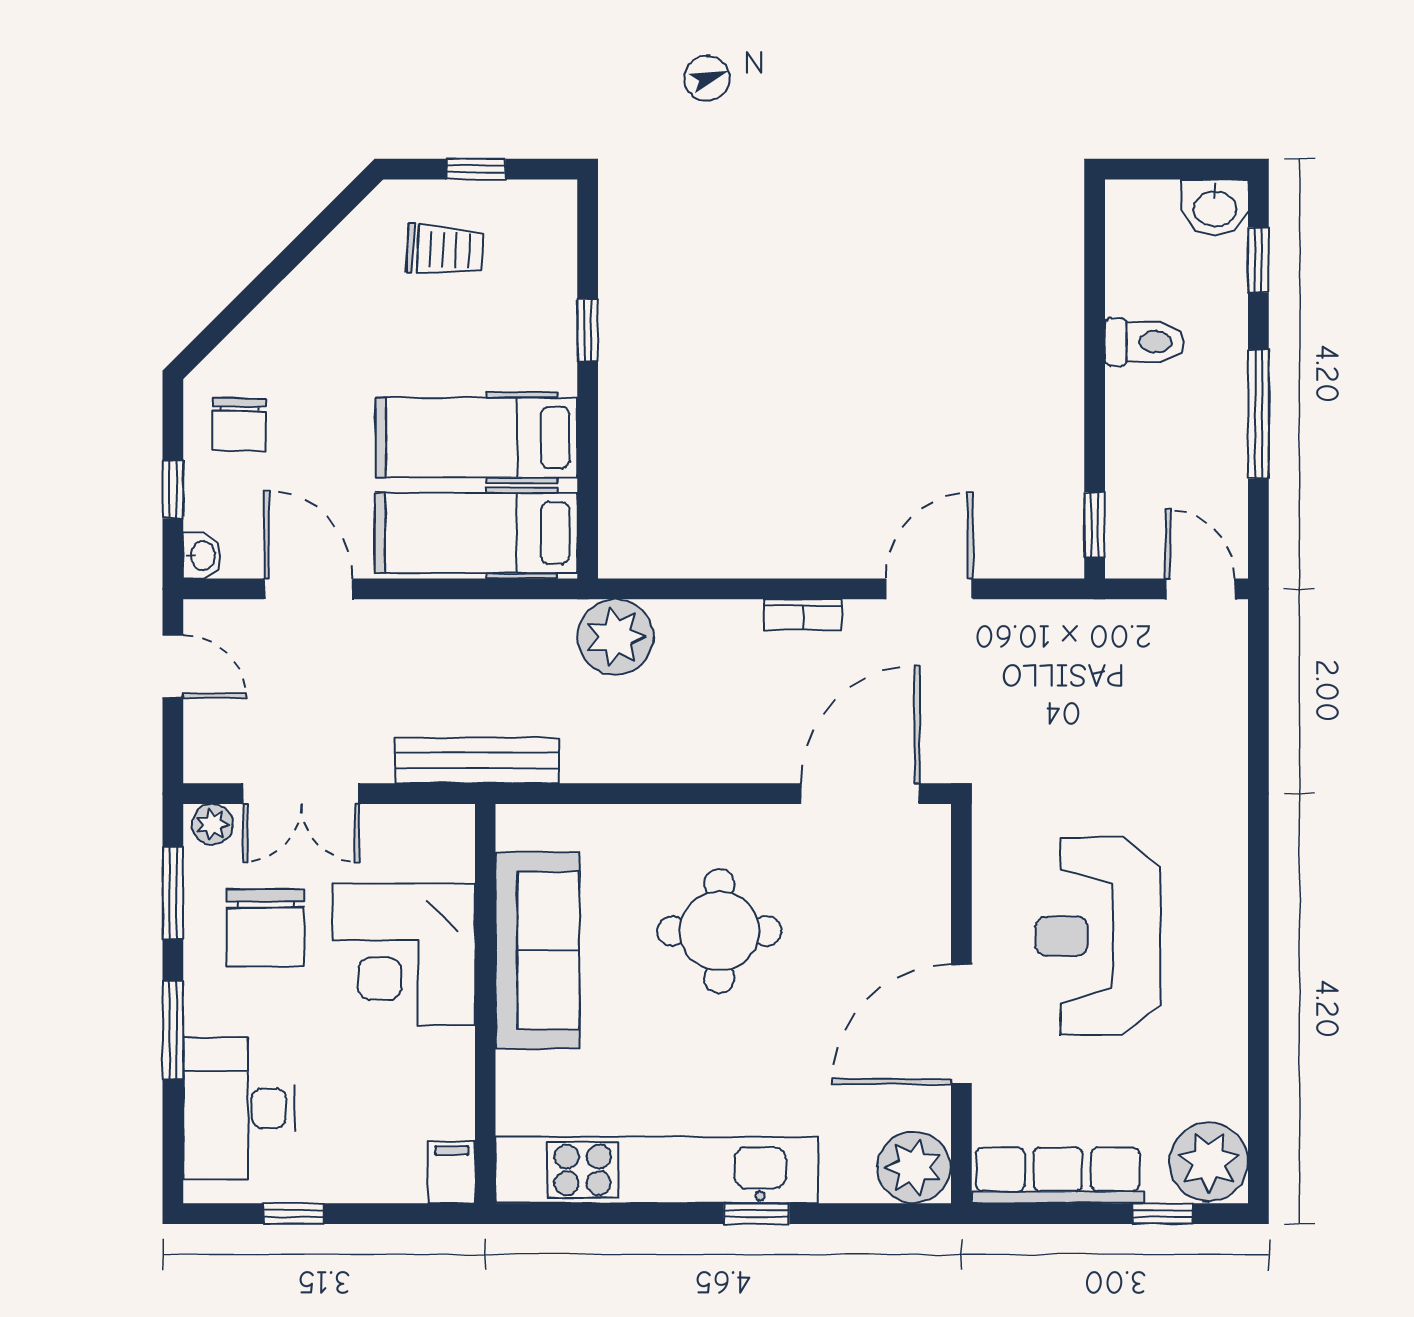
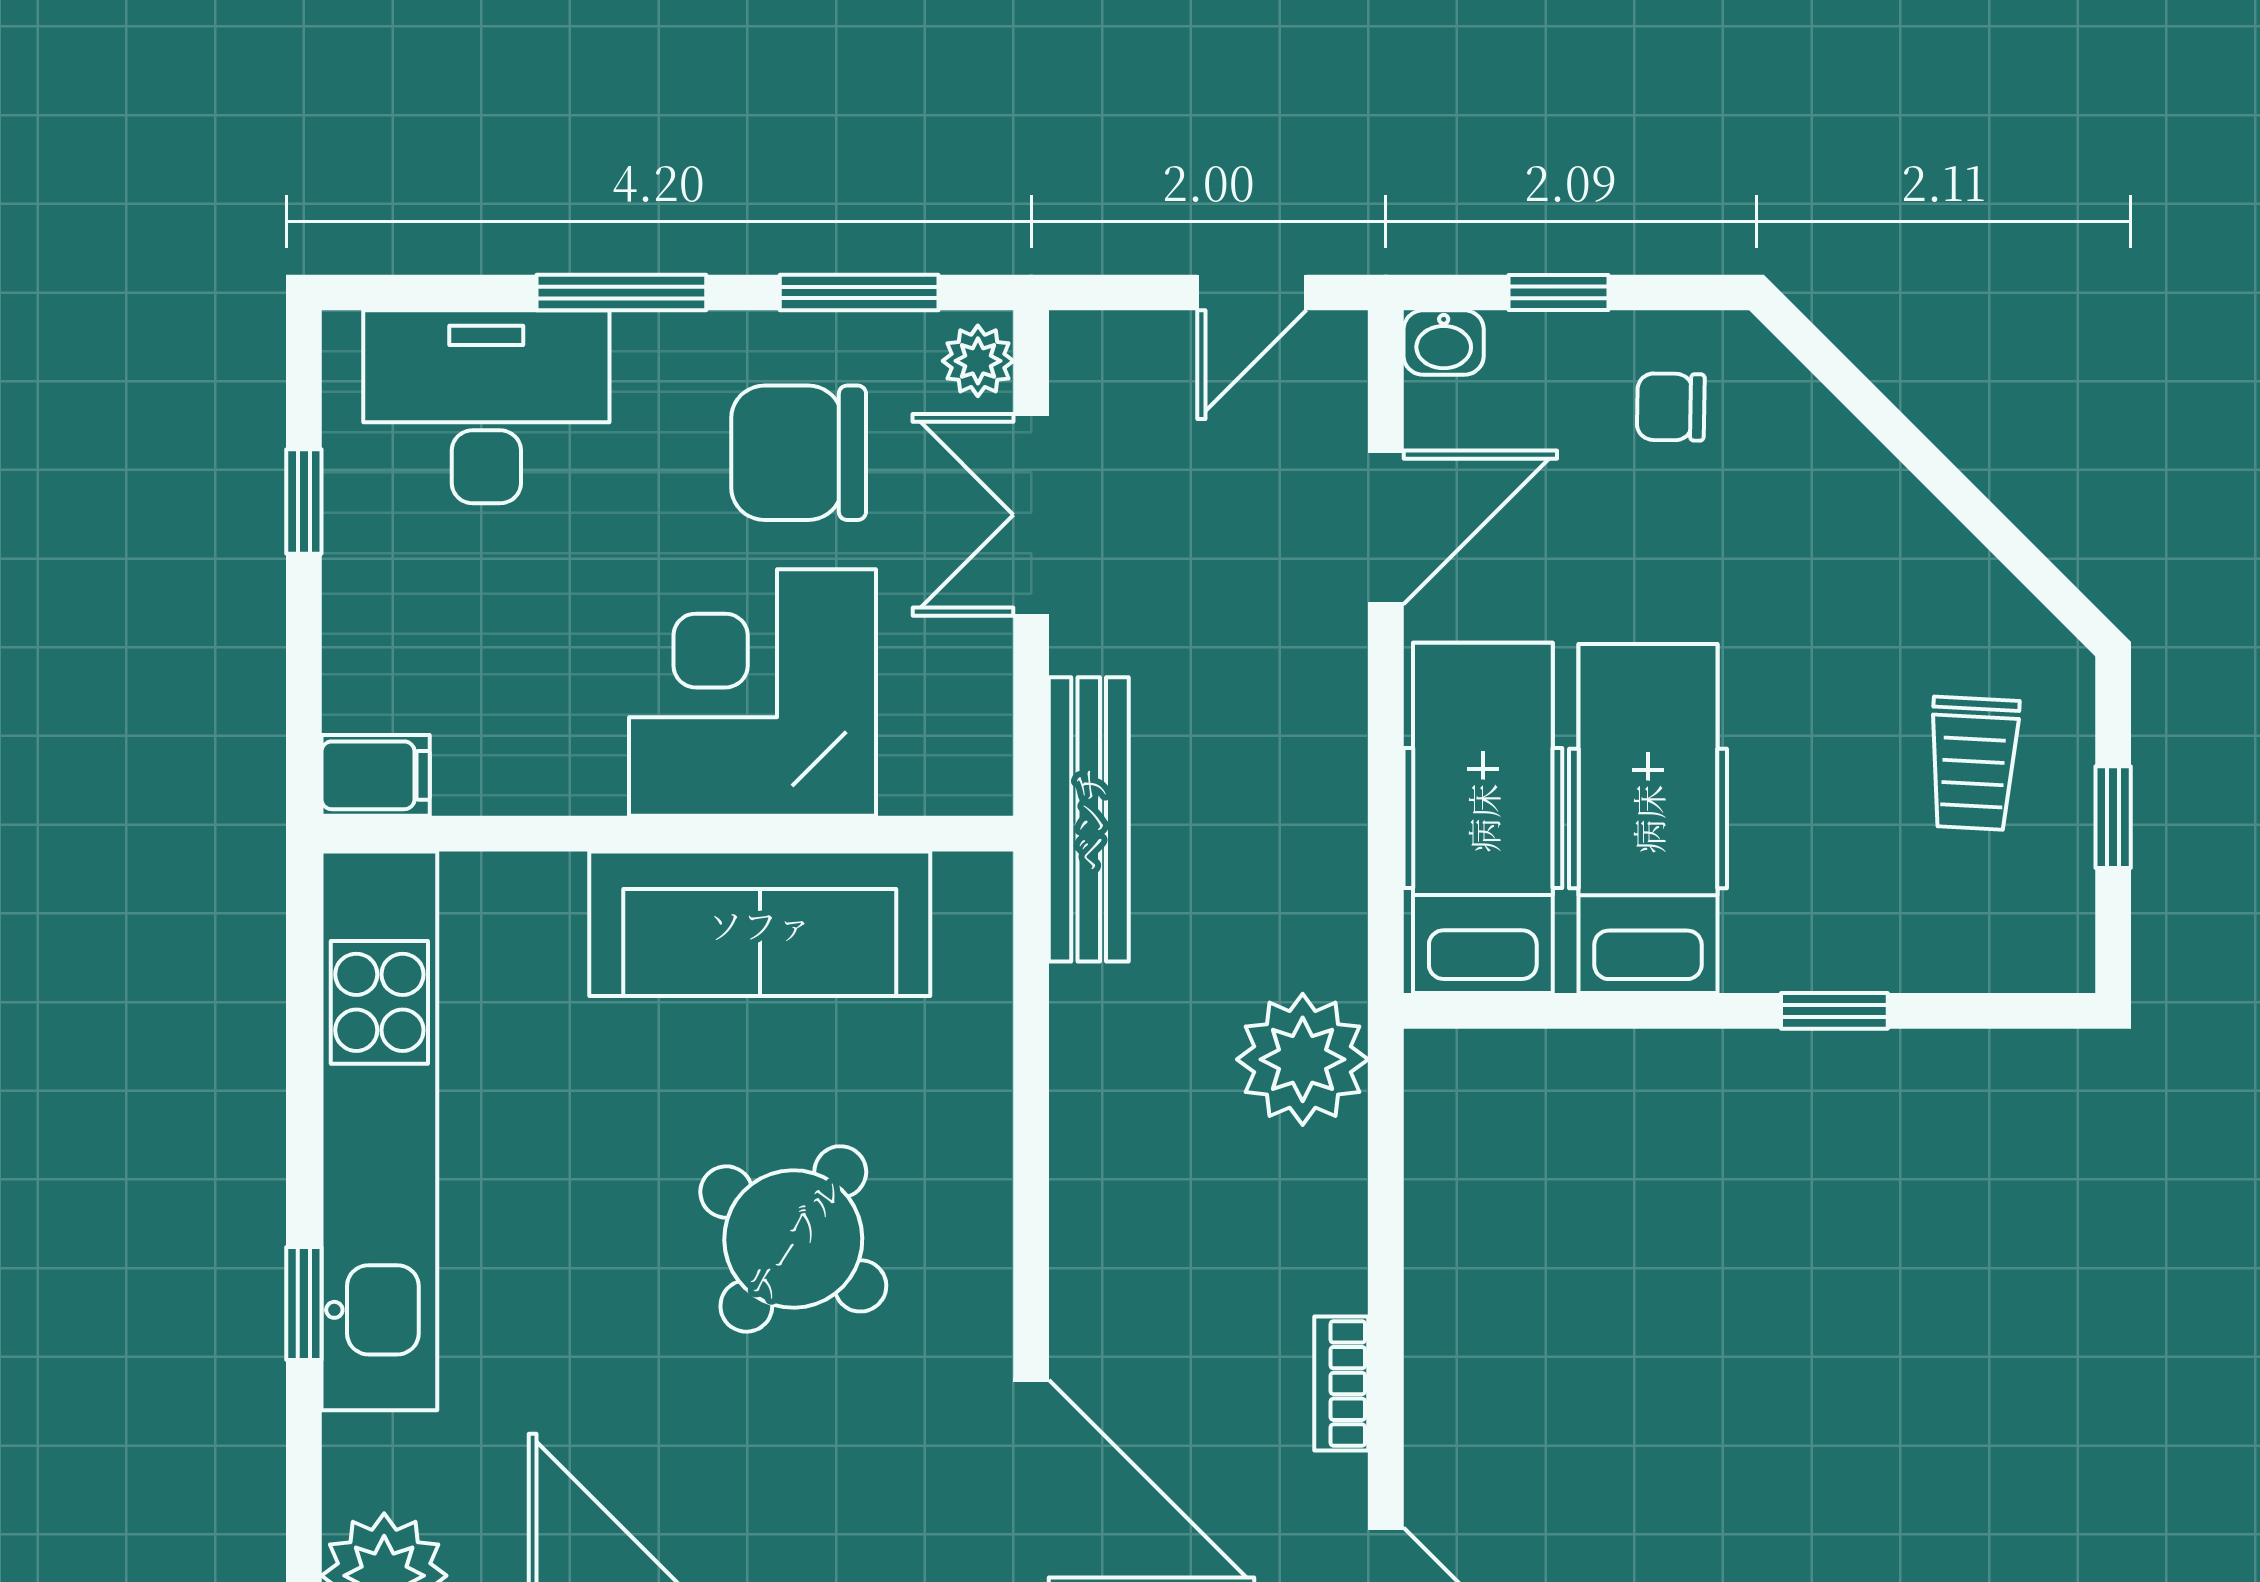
chair: (239, 425) -> (1671, 407), width x0.73, depth x0.73
round table: (719, 931) -> (793, 1239), turned 35

